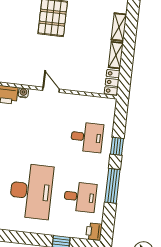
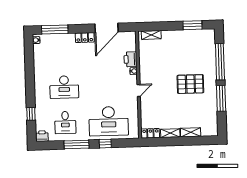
desk: (87, 137) -> (109, 121), width x1.87, depth x1.30
desk: (31, 191) -> (64, 87), width x0.73, depth x0.77

